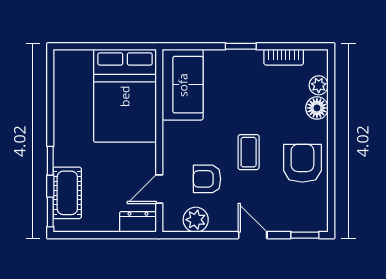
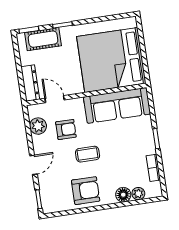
sofa: (183, 85) -> (117, 105), width x1.36
bed: (125, 96) -> (111, 60), width x1.36
armchair: (207, 179) -> (66, 129), turned 90
dresser: (138, 222) -> (30, 83), width x1.44

